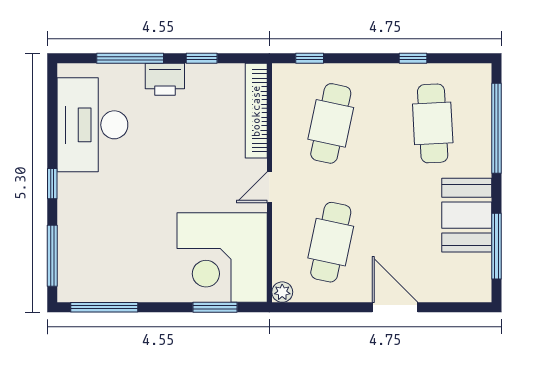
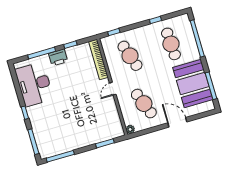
cafe table: (331, 123) -> (130, 56), turned -30
booth: (467, 215) -> (193, 83), width x1.36, depth x1.42
cafe table: (331, 242) -> (144, 104), turned -33
corner desk: (222, 257) -> (102, 122), removed

